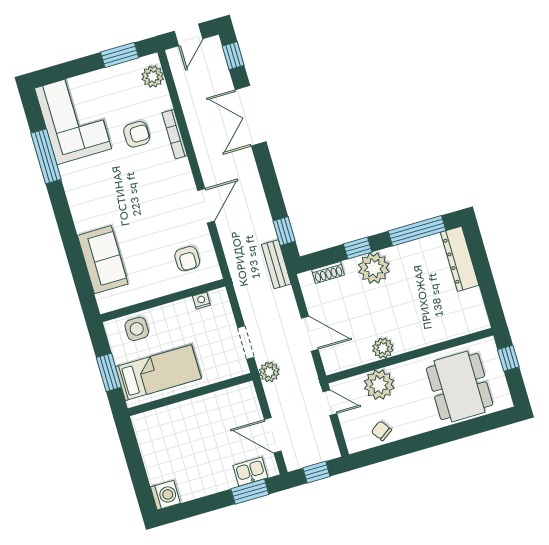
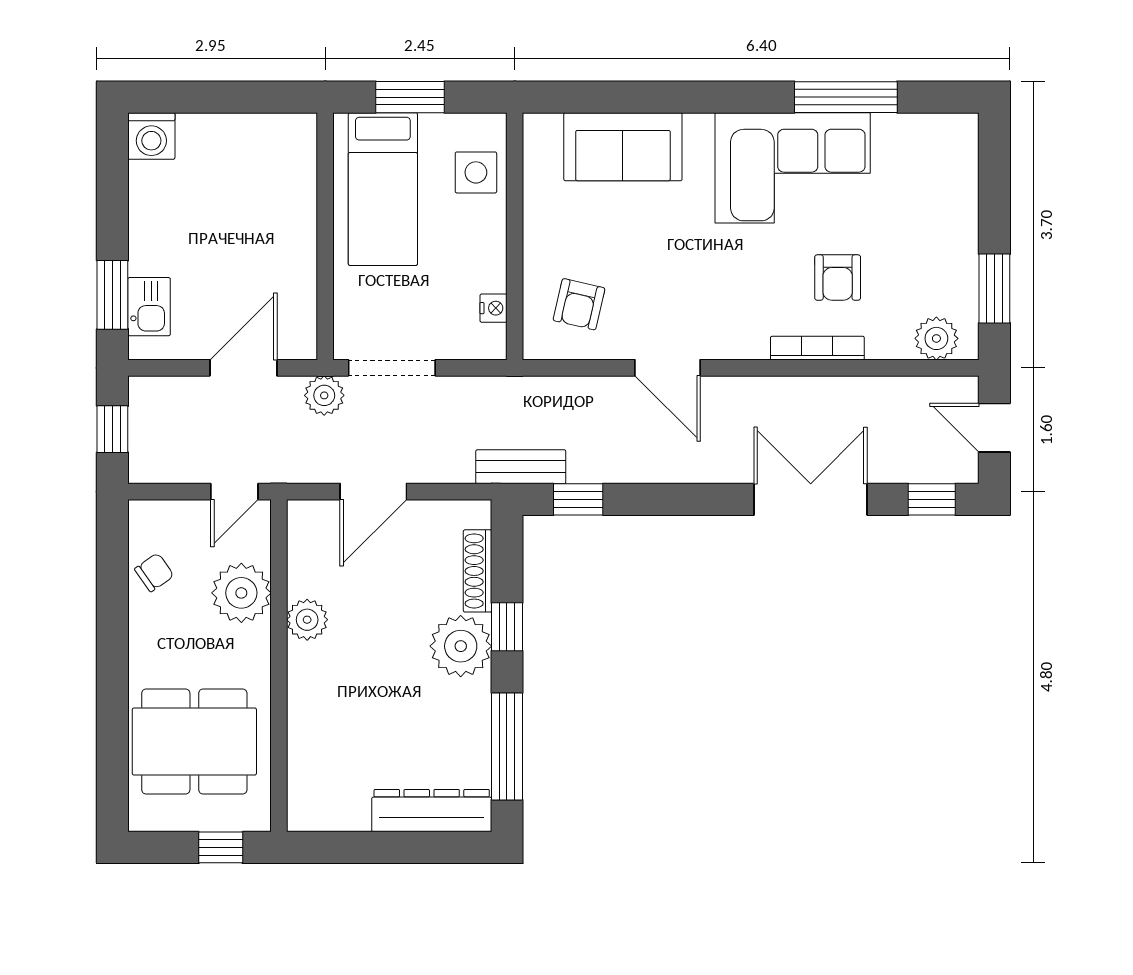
corner sofa: (73, 118) -> (793, 168), moved
armchair: (187, 259) -> (579, 304), turned -77
shoe rack: (328, 272) -> (477, 571), width x1.43
doorway: (246, 342) -> (392, 368), width x1.38
door: (273, 435) -> (243, 368), moved

